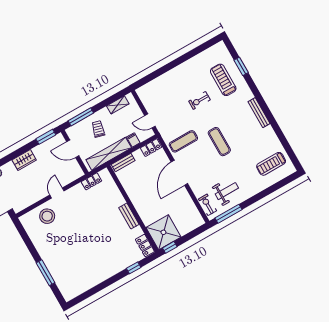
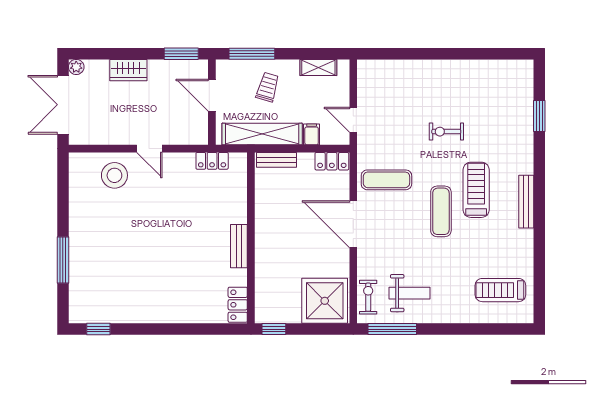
treadmill: (223, 80) -> (476, 190), moved
door: (179, 173) -> (353, 224), hinge flipped
door: (57, 193) -> (149, 149), swing flipped
shower: (163, 232) -> (325, 301), moved
window: (134, 268) -> (98, 329), moved

